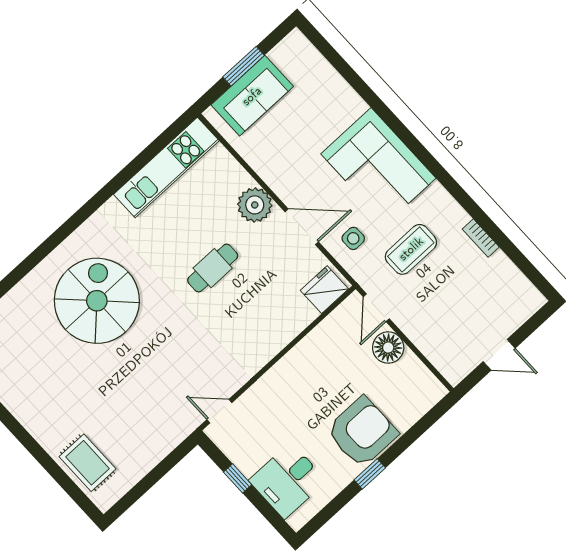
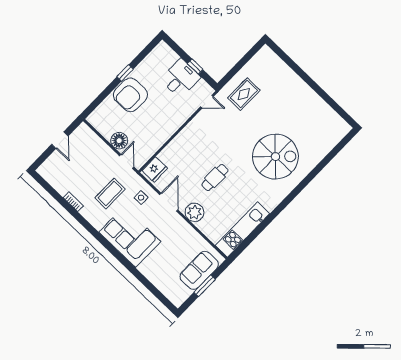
door: (302, 227) -> (169, 202), swing flipped
spiral stairs: (97, 301) -> (275, 157), turned -90
door: (499, 355) -> (60, 140), swing flipped
rug: (88, 463) -> (244, 94), moved, turned 90
desk: (288, 481) -> (180, 78), moved

